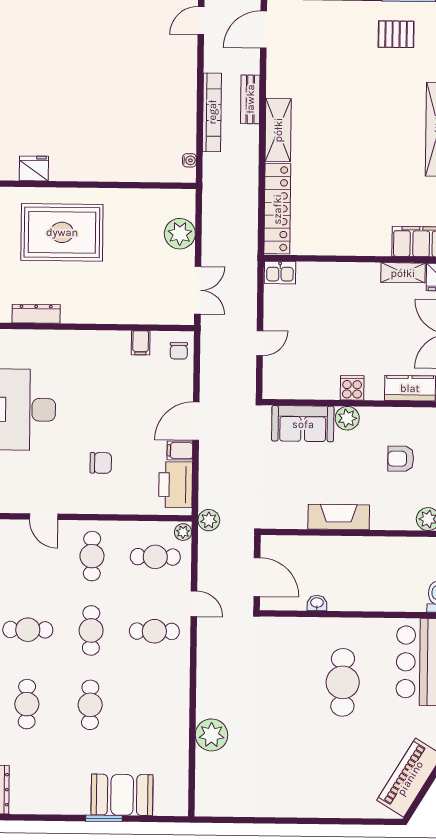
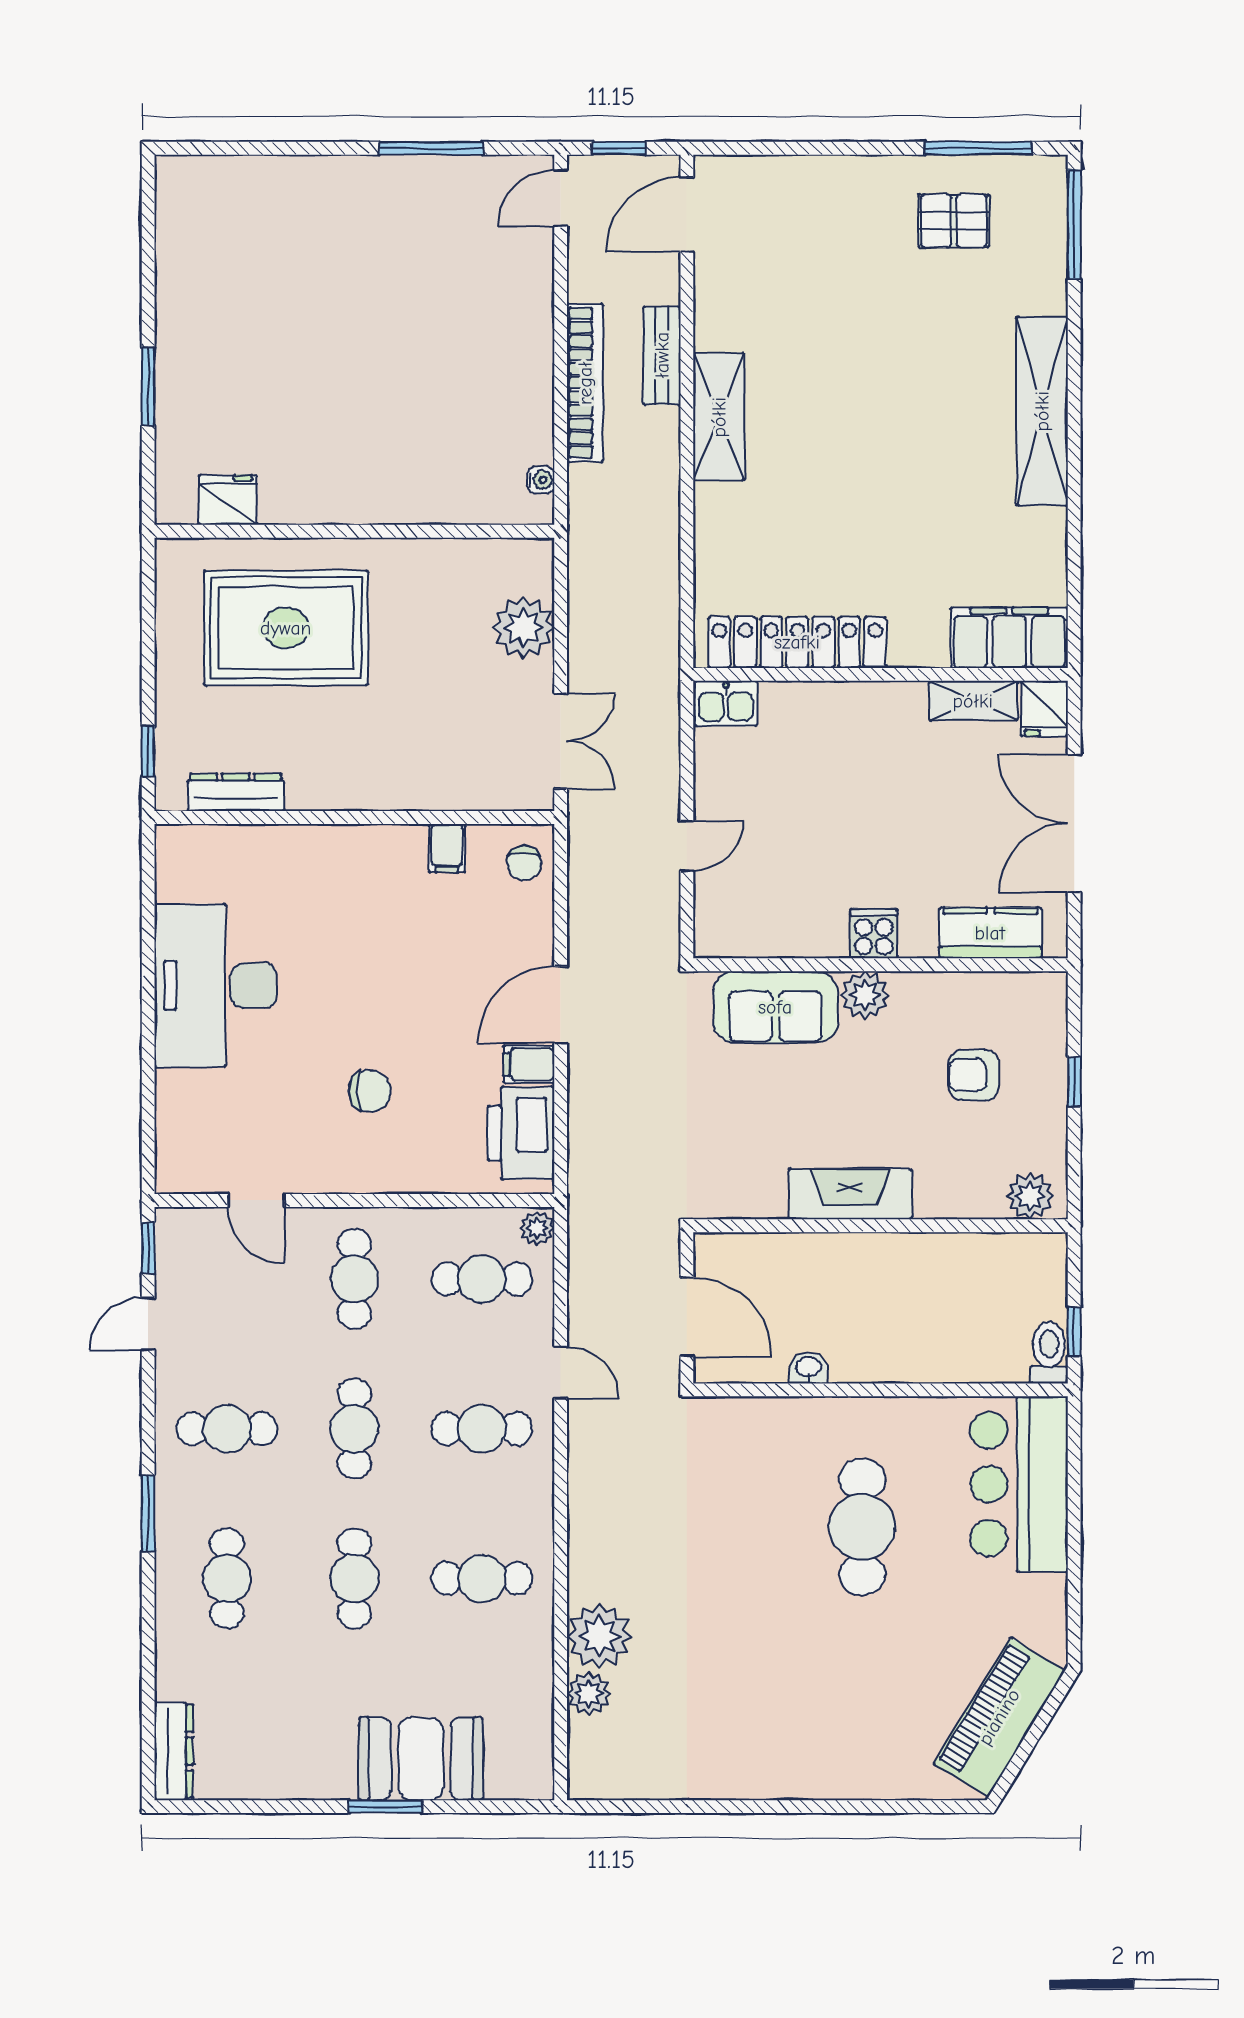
locker: (277, 209) -> (797, 642), moved, turned -90
plant: (209, 520) -> (589, 1694), moved
cafe table: (153, 706) -> (482, 1578), added

